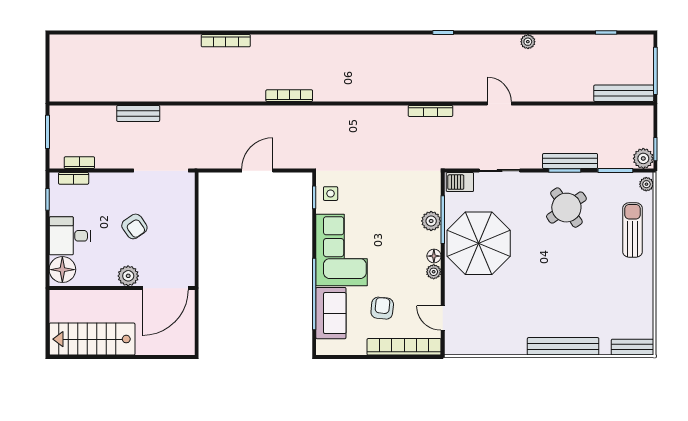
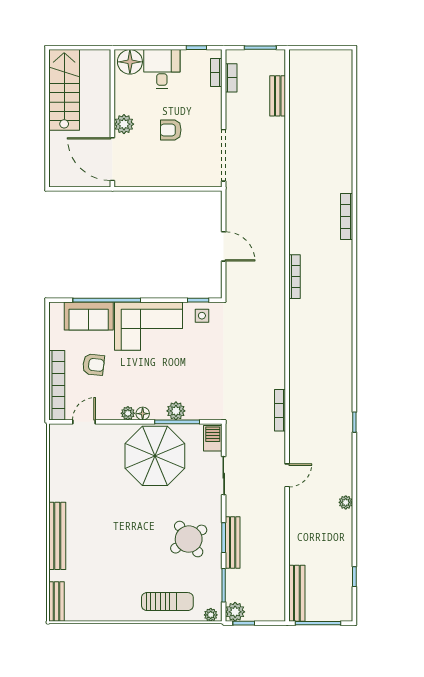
bench: (138, 113) -> (278, 96), moved
armchair: (134, 226) -> (171, 130), turned 35

